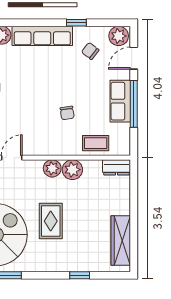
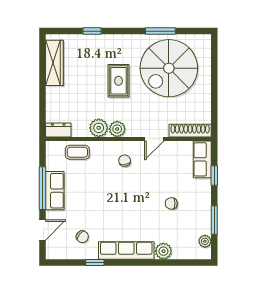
plant: (119, 36) -> (56, 250), removed
chair: (67, 113) -> (125, 161), moved

